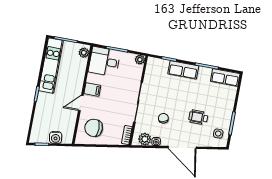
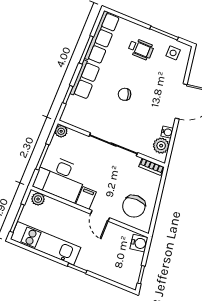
desk: (104, 62) -> (60, 178), width x1.37
row of seats: (225, 77) -> (102, 38), width x1.48
wheelchair: (198, 117) -> (141, 49), moved, turned -90
chair: (163, 118) -> (125, 94), moved
water cooler: (56, 137) -> (139, 243), moved

